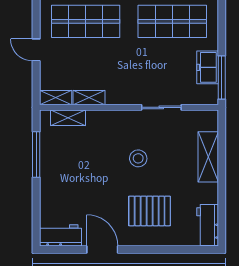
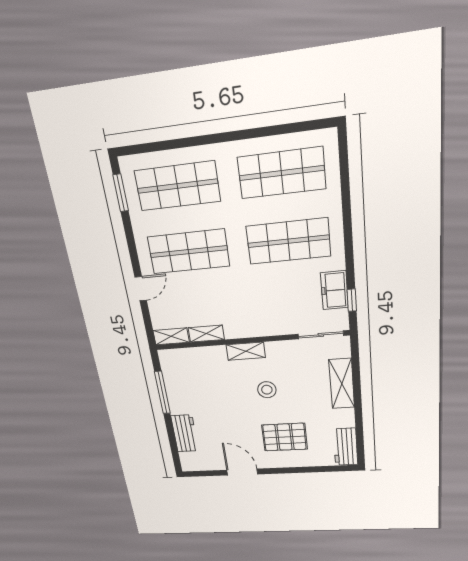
door: (36, 50) -> (141, 289), swing flipped
window: (222, 78) -> (352, 300), width x0.46
sliding door: (161, 107) -> (321, 335), moved
shelving: (68, 118) -> (246, 351), moved
workbench: (60, 235) -> (185, 433), moved, turned 90

